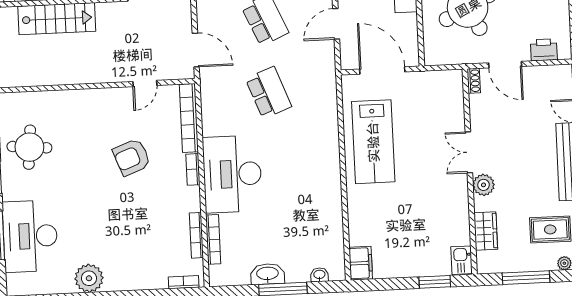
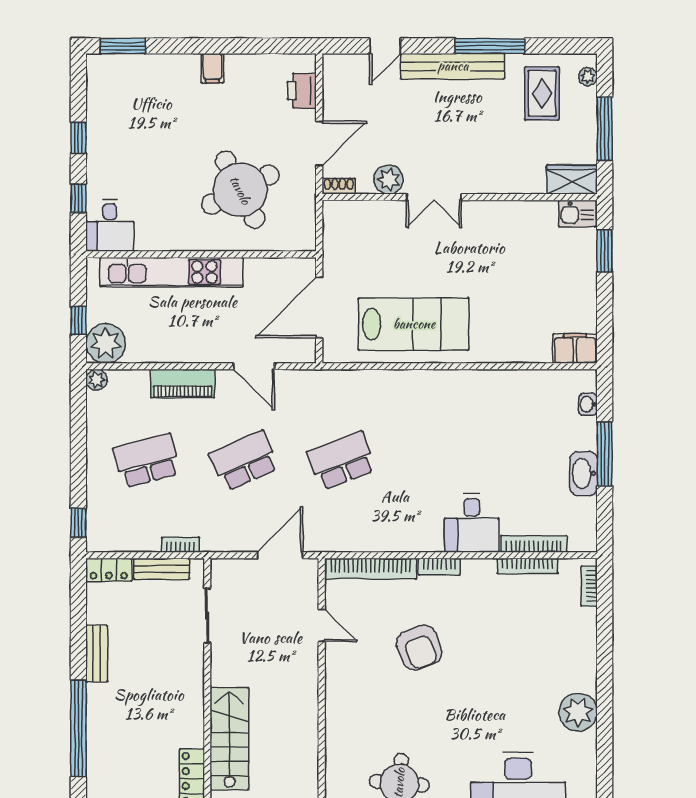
desk: (232, 174) -> (472, 523), width x0.53, depth x0.77
plant: (484, 185) -> (389, 180), moved
wardrobe: (486, 231) -> (572, 180), moved

